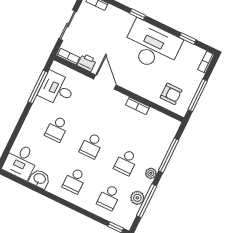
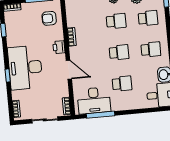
desk: (152, 46) -> (25, 68), moved
printer: (87, 63) -> (59, 47), moved
door: (105, 82) -> (69, 70), swing flipped
desk: (57, 89) -> (94, 100), width x1.37
armchair: (171, 94) -> (49, 18), turned -90

